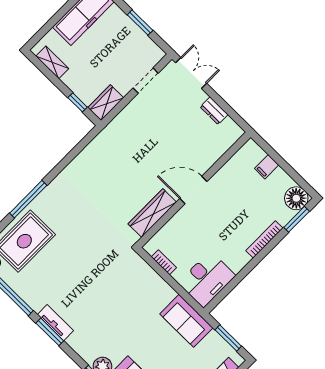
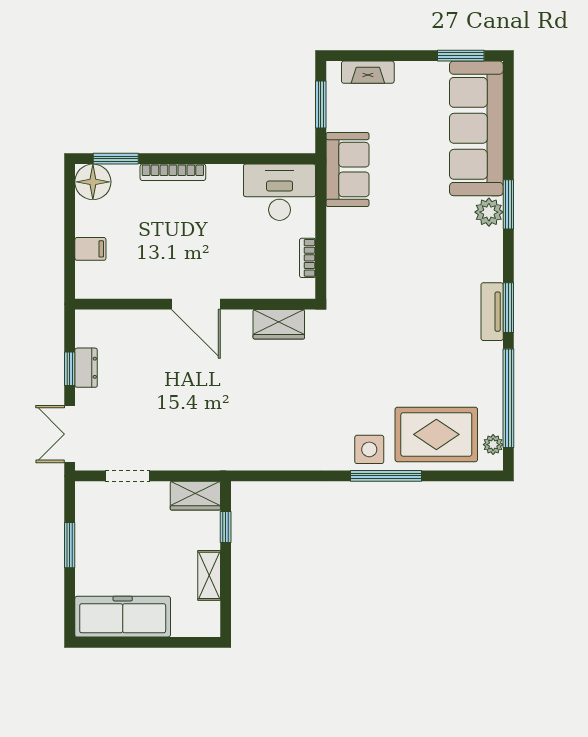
shelving: (52, 62) -> (209, 575), moved
window: (221, 103) -> (70, 369), added
side table: (48, 204) -> (369, 449), added
wardrobe: (152, 213) -> (279, 324), width x0.67

